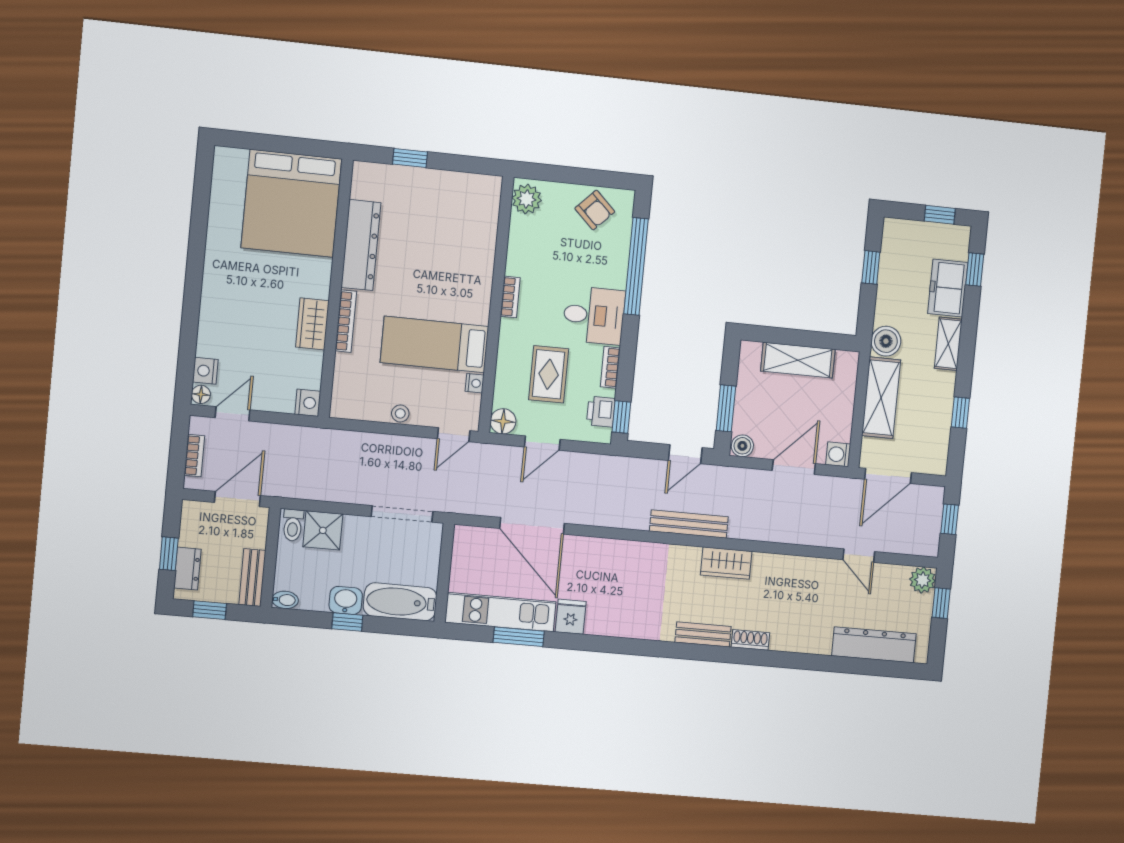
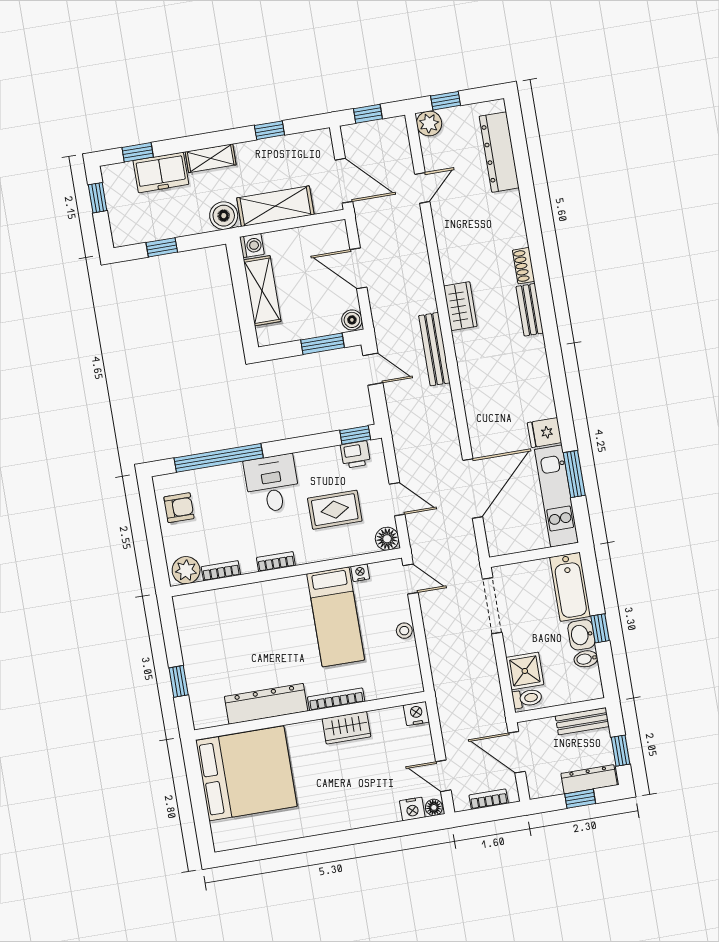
armchair: (595, 210) -> (179, 508), turned 46
bookcase: (610, 367) -> (221, 571), moved, turned 180
washing machine: (838, 454) -> (252, 246), moved, turned -90
dresser: (187, 569) -> (589, 779), width x1.44
bidet: (285, 600) -> (586, 659), moved, turned -90

